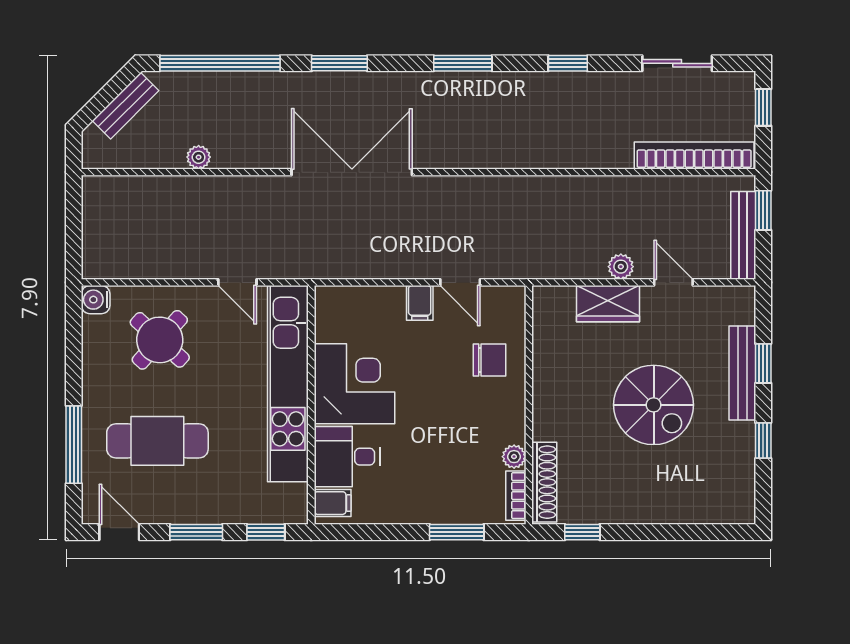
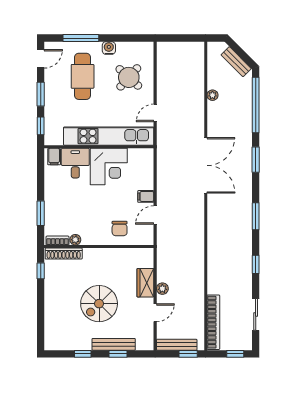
water cooler: (96, 300) -> (109, 48), moved

